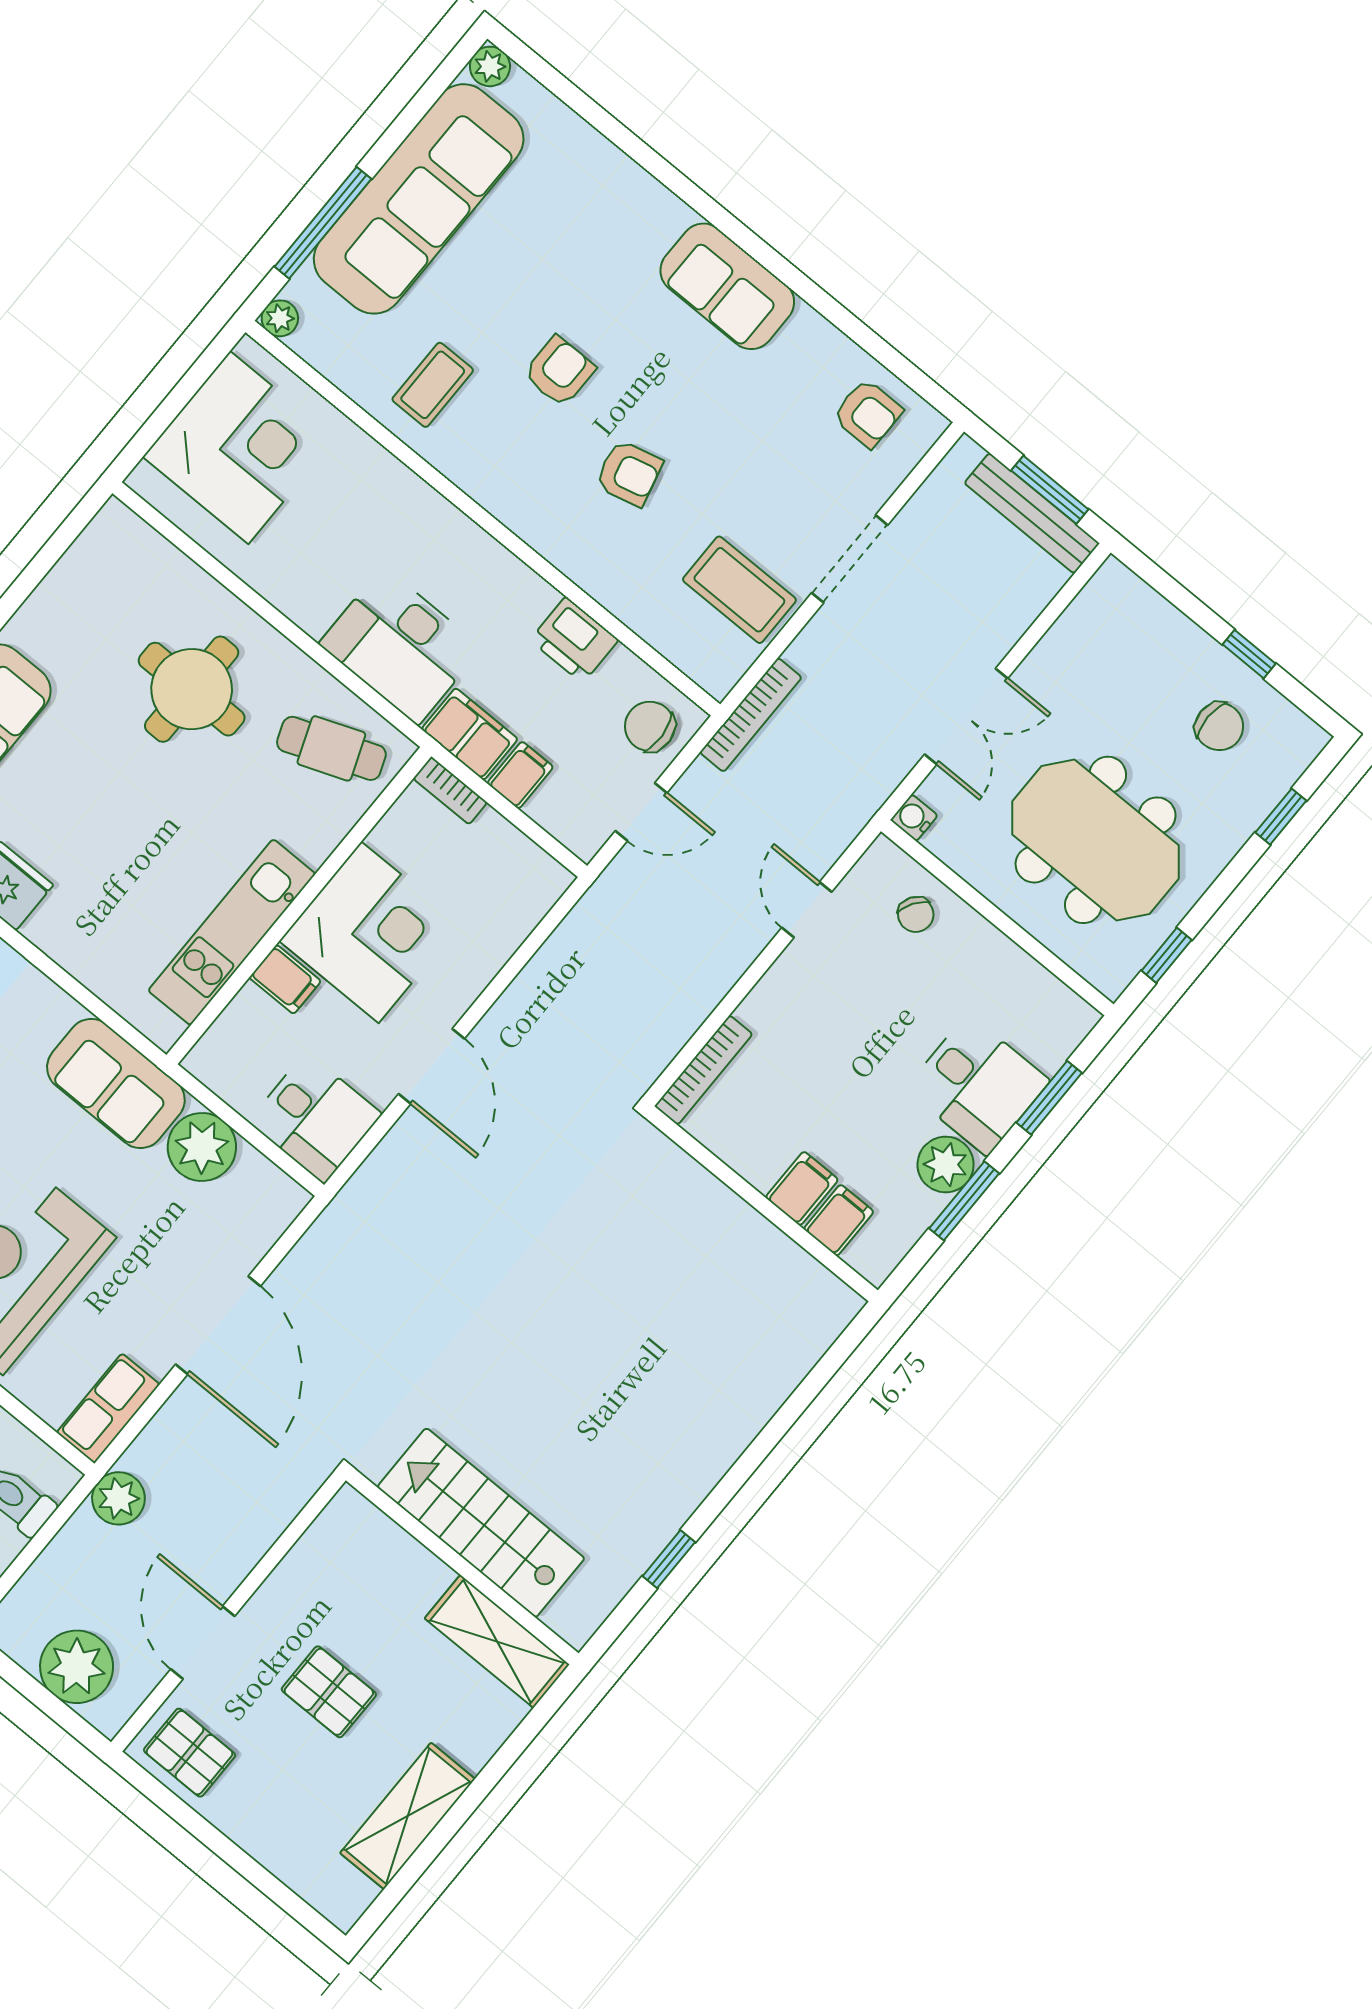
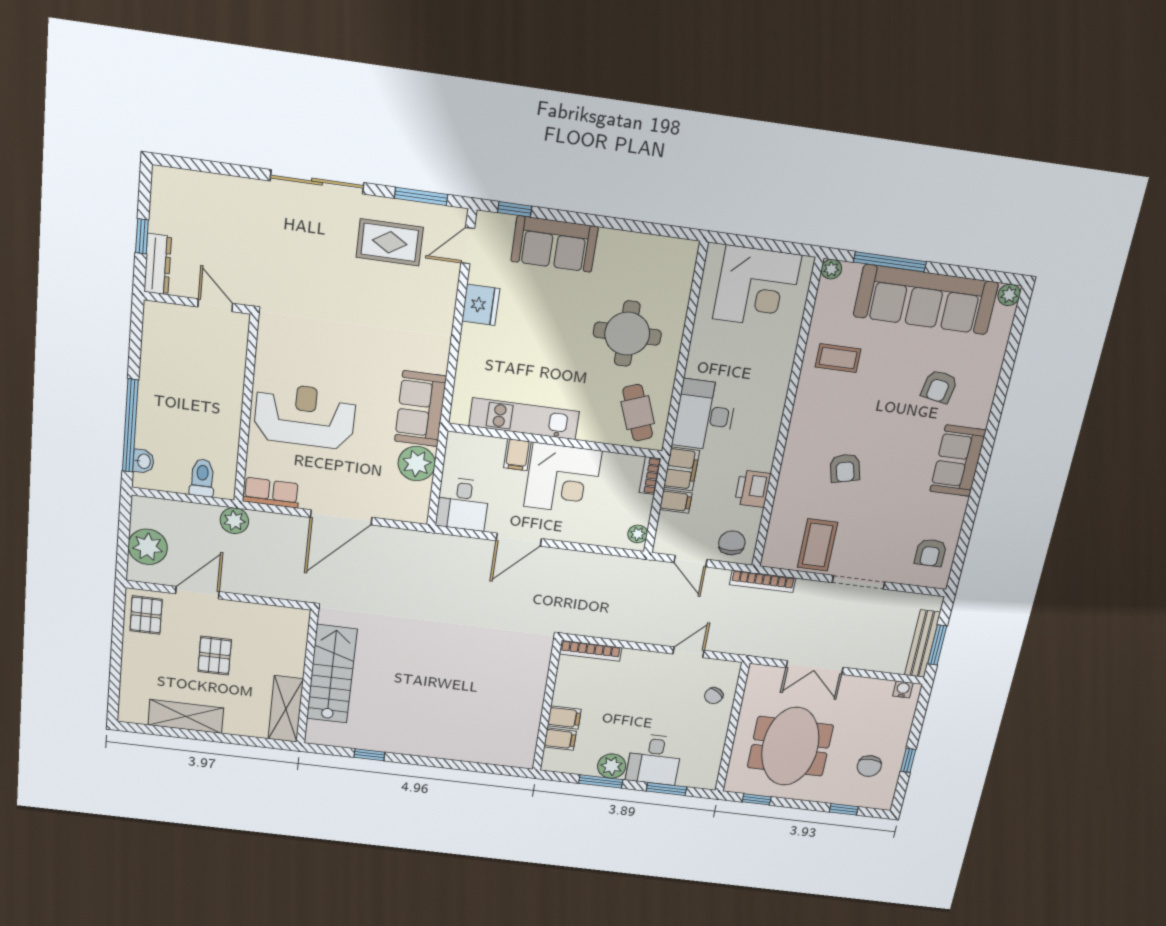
armchair: (559, 371) -> (939, 387), moved, turned 100
water cooler: (914, 818) -> (903, 689), moved
plant: (540, 869) -> (638, 534), added

